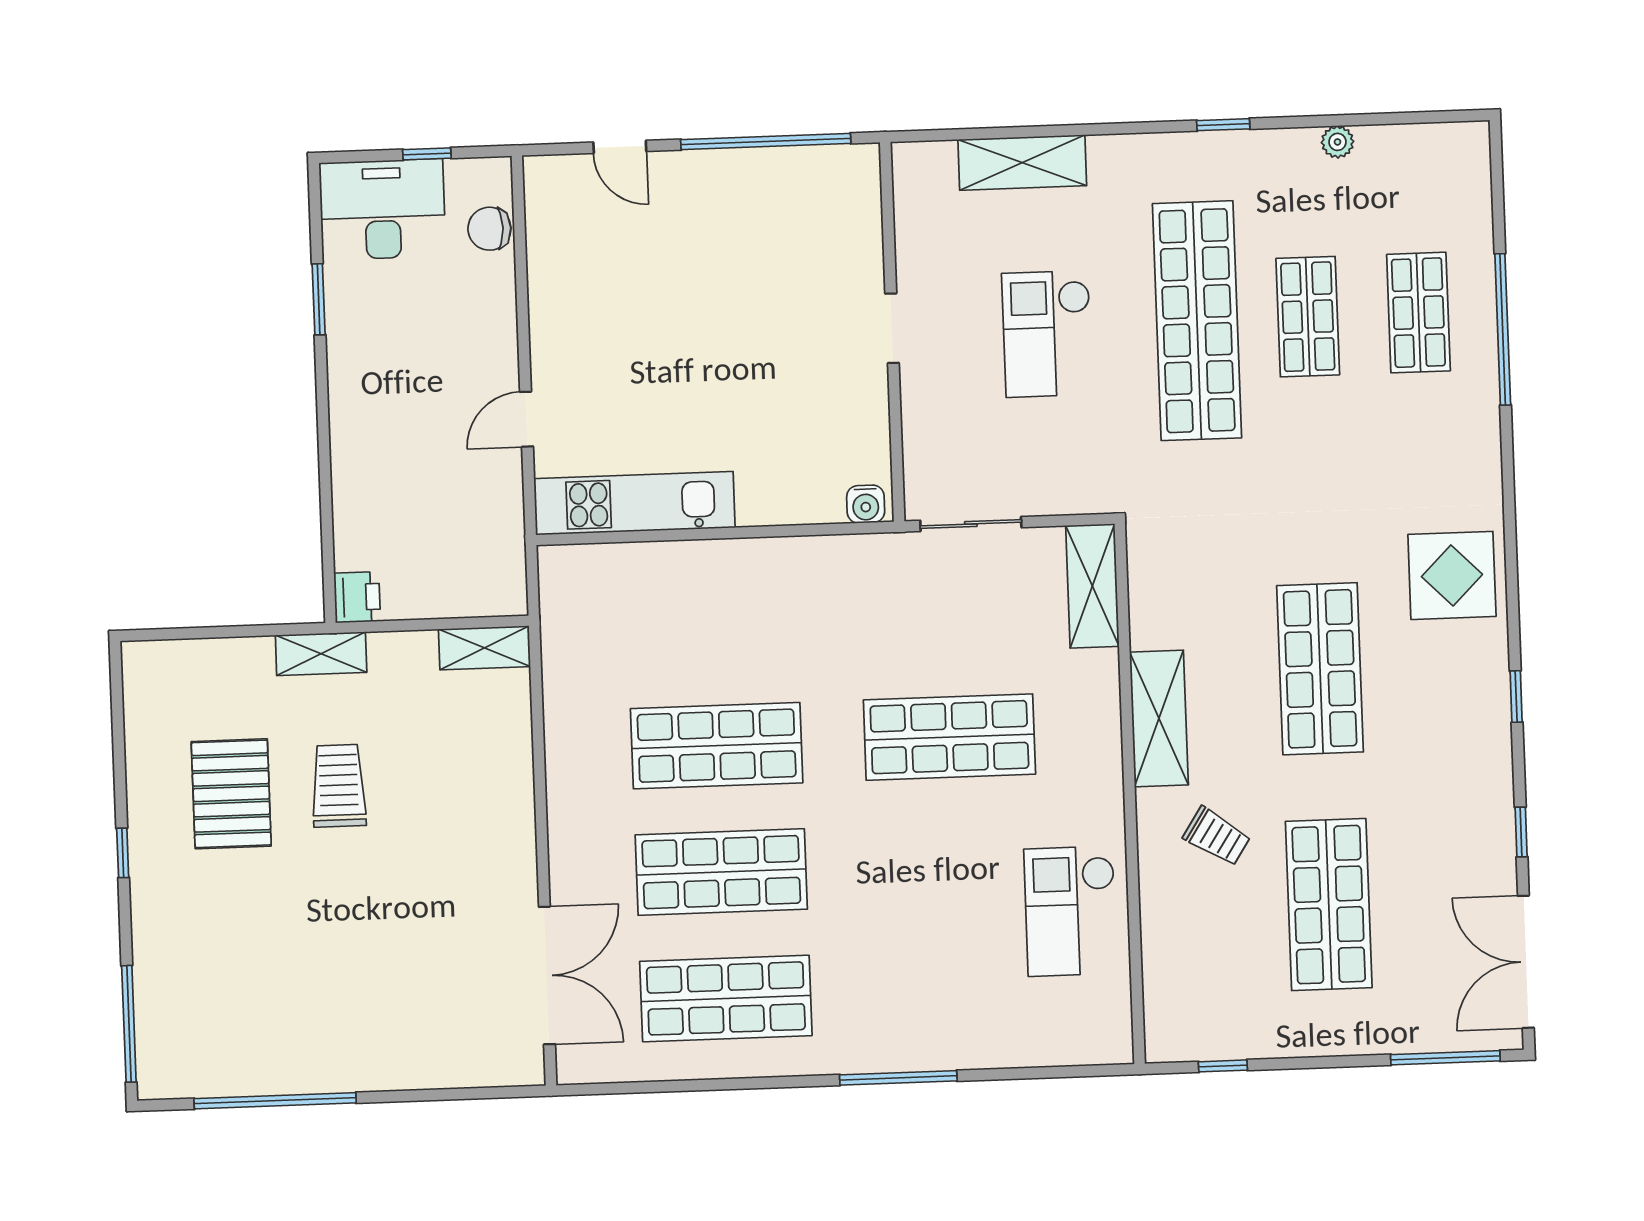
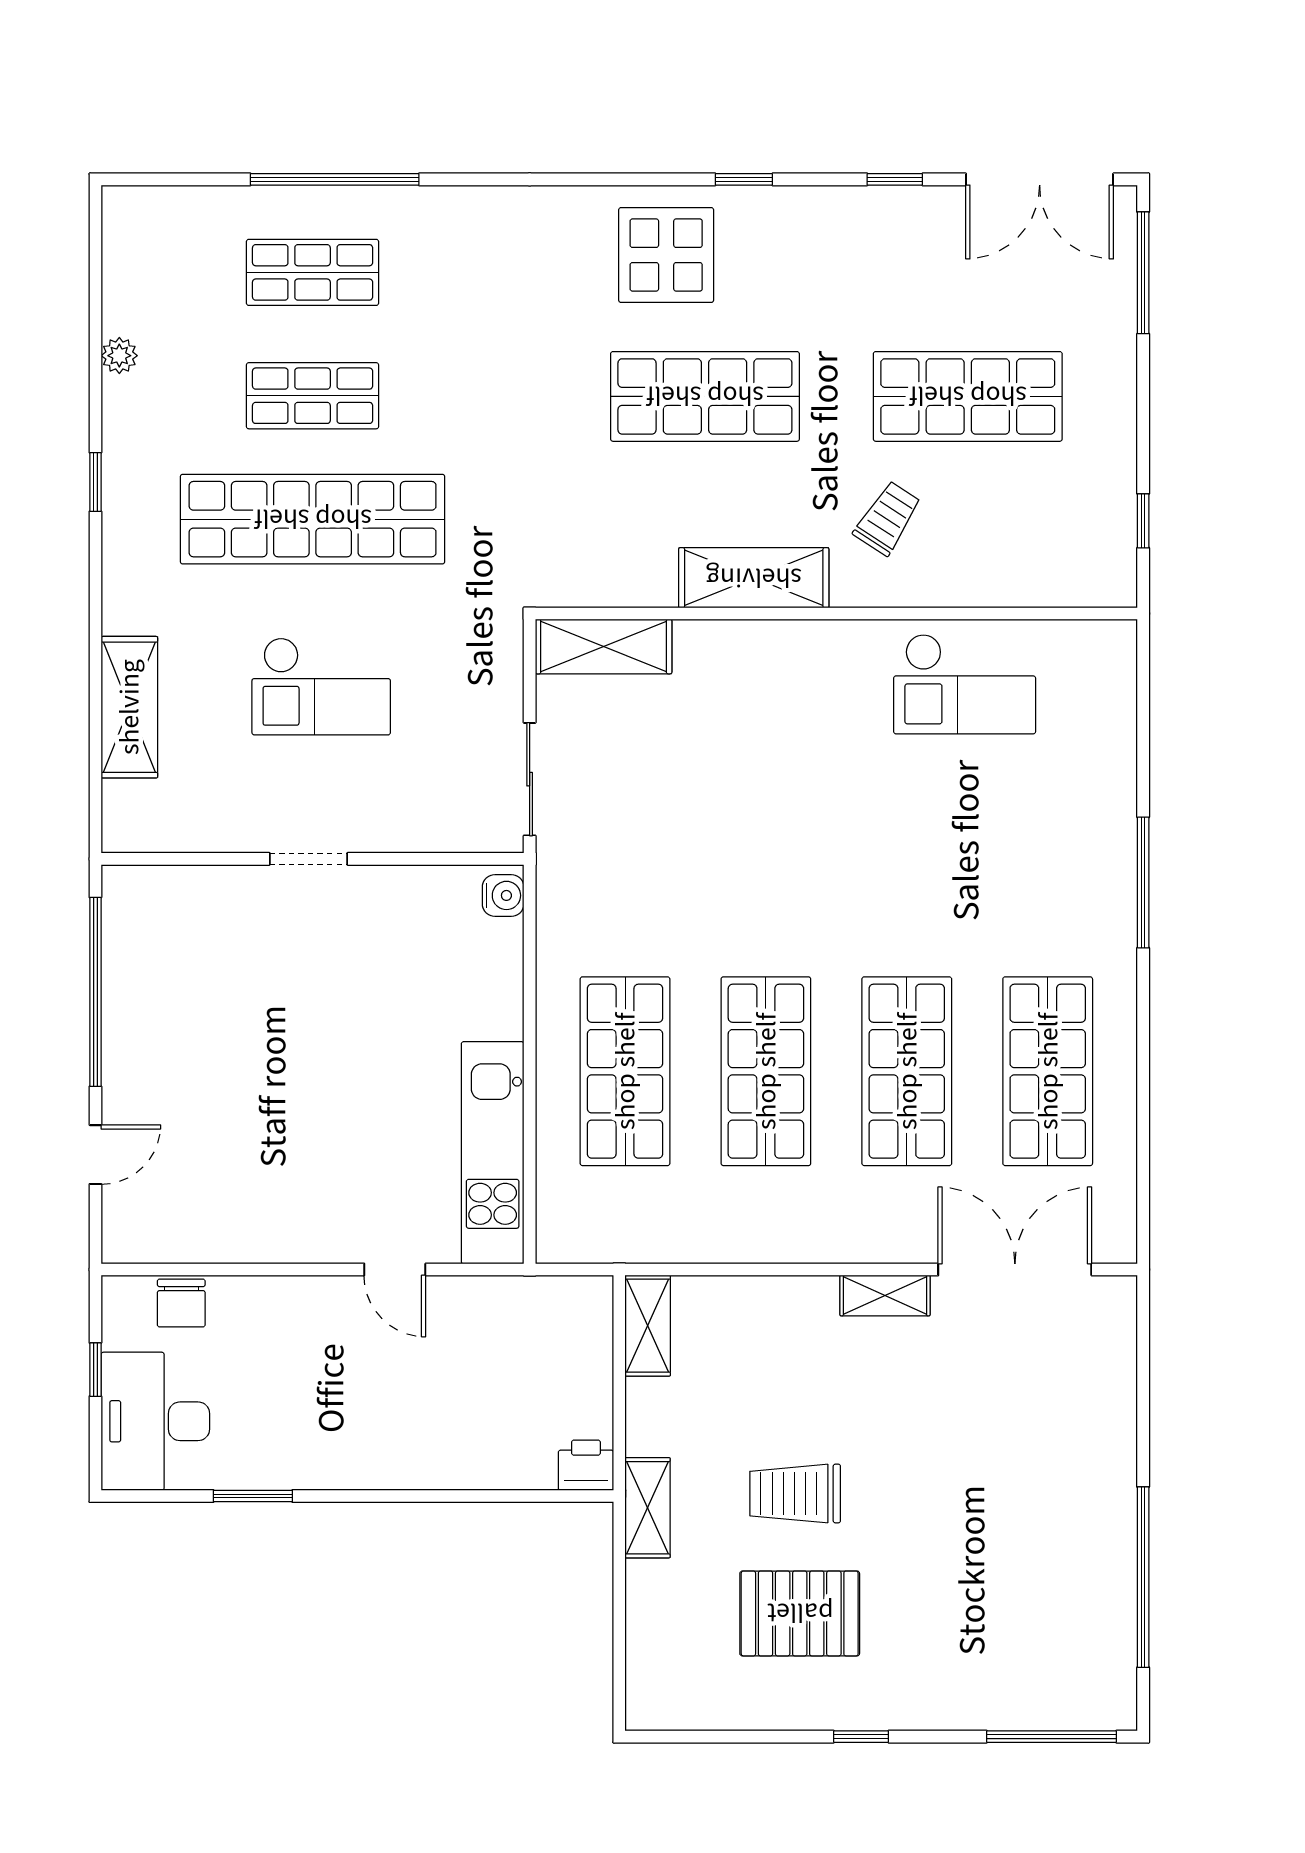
display table: (1452, 575) -> (666, 255), moved
shop shelf: (949, 737) -> (625, 1071), moved
shelving: (519, 860) -> (885, 1295), added

